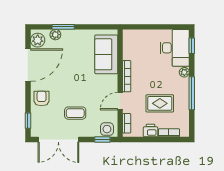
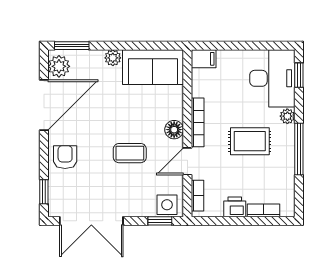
window: (63, 27) -> (72, 46), moved
plant: (55, 35) -> (113, 58), moved
filing cabinet: (131, 35) -> (204, 59), added
sofa: (106, 54) -> (153, 67), moved, turned -90
floor lamp: (112, 81) -> (174, 130), added
rug: (160, 103) -> (250, 141), moved
coffee table: (75, 113) -> (130, 153), moved

